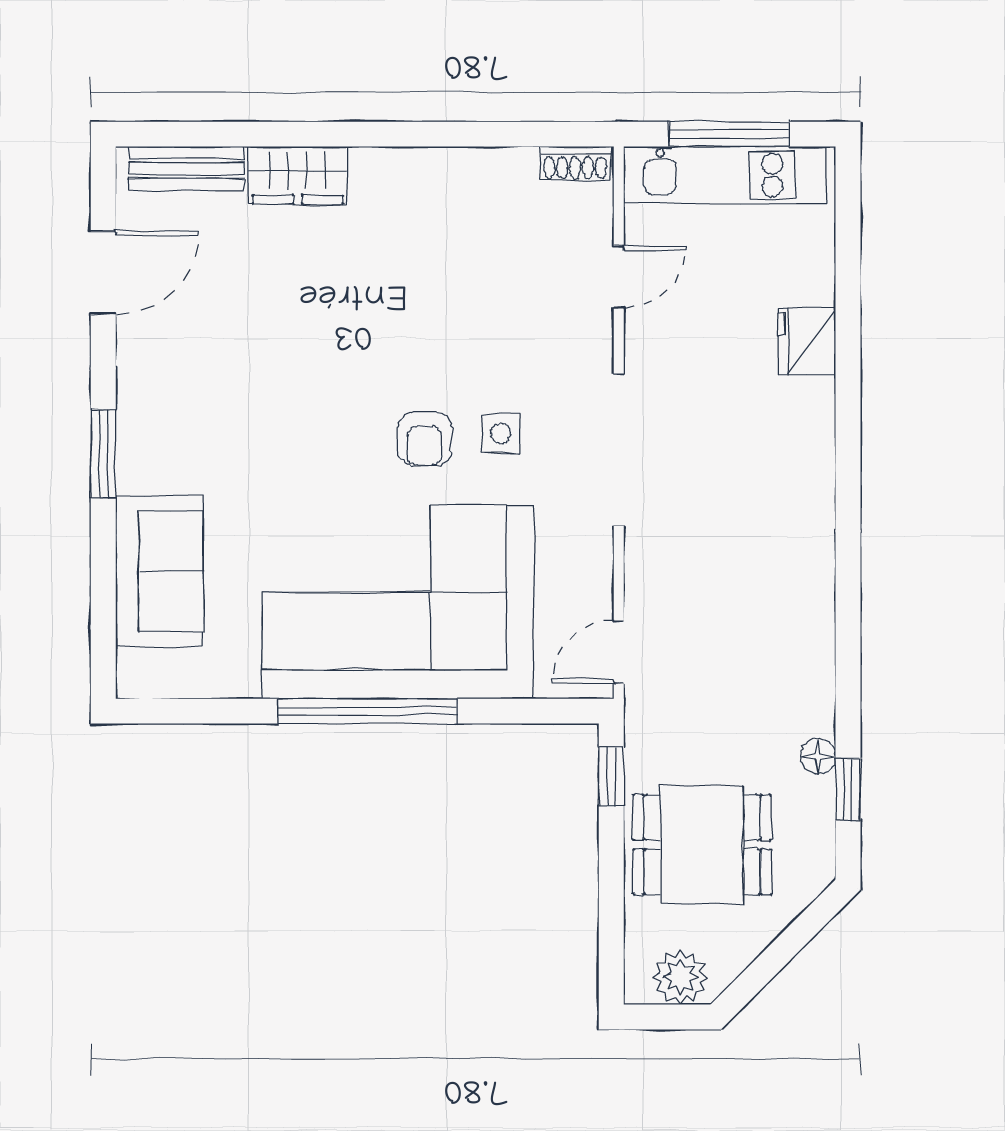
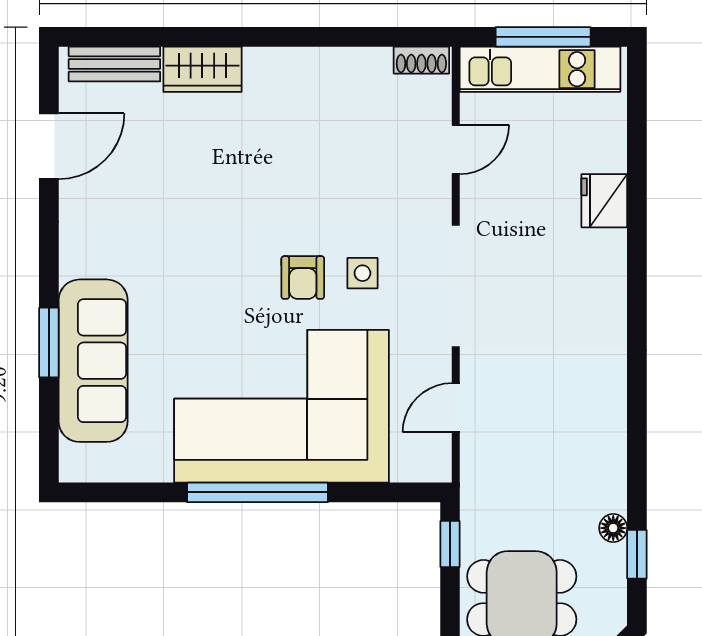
window: (103, 454) -> (49, 343), moved
sofa: (159, 571) -> (93, 361), width x1.36
door: (619, 652) -> (456, 408), moved

